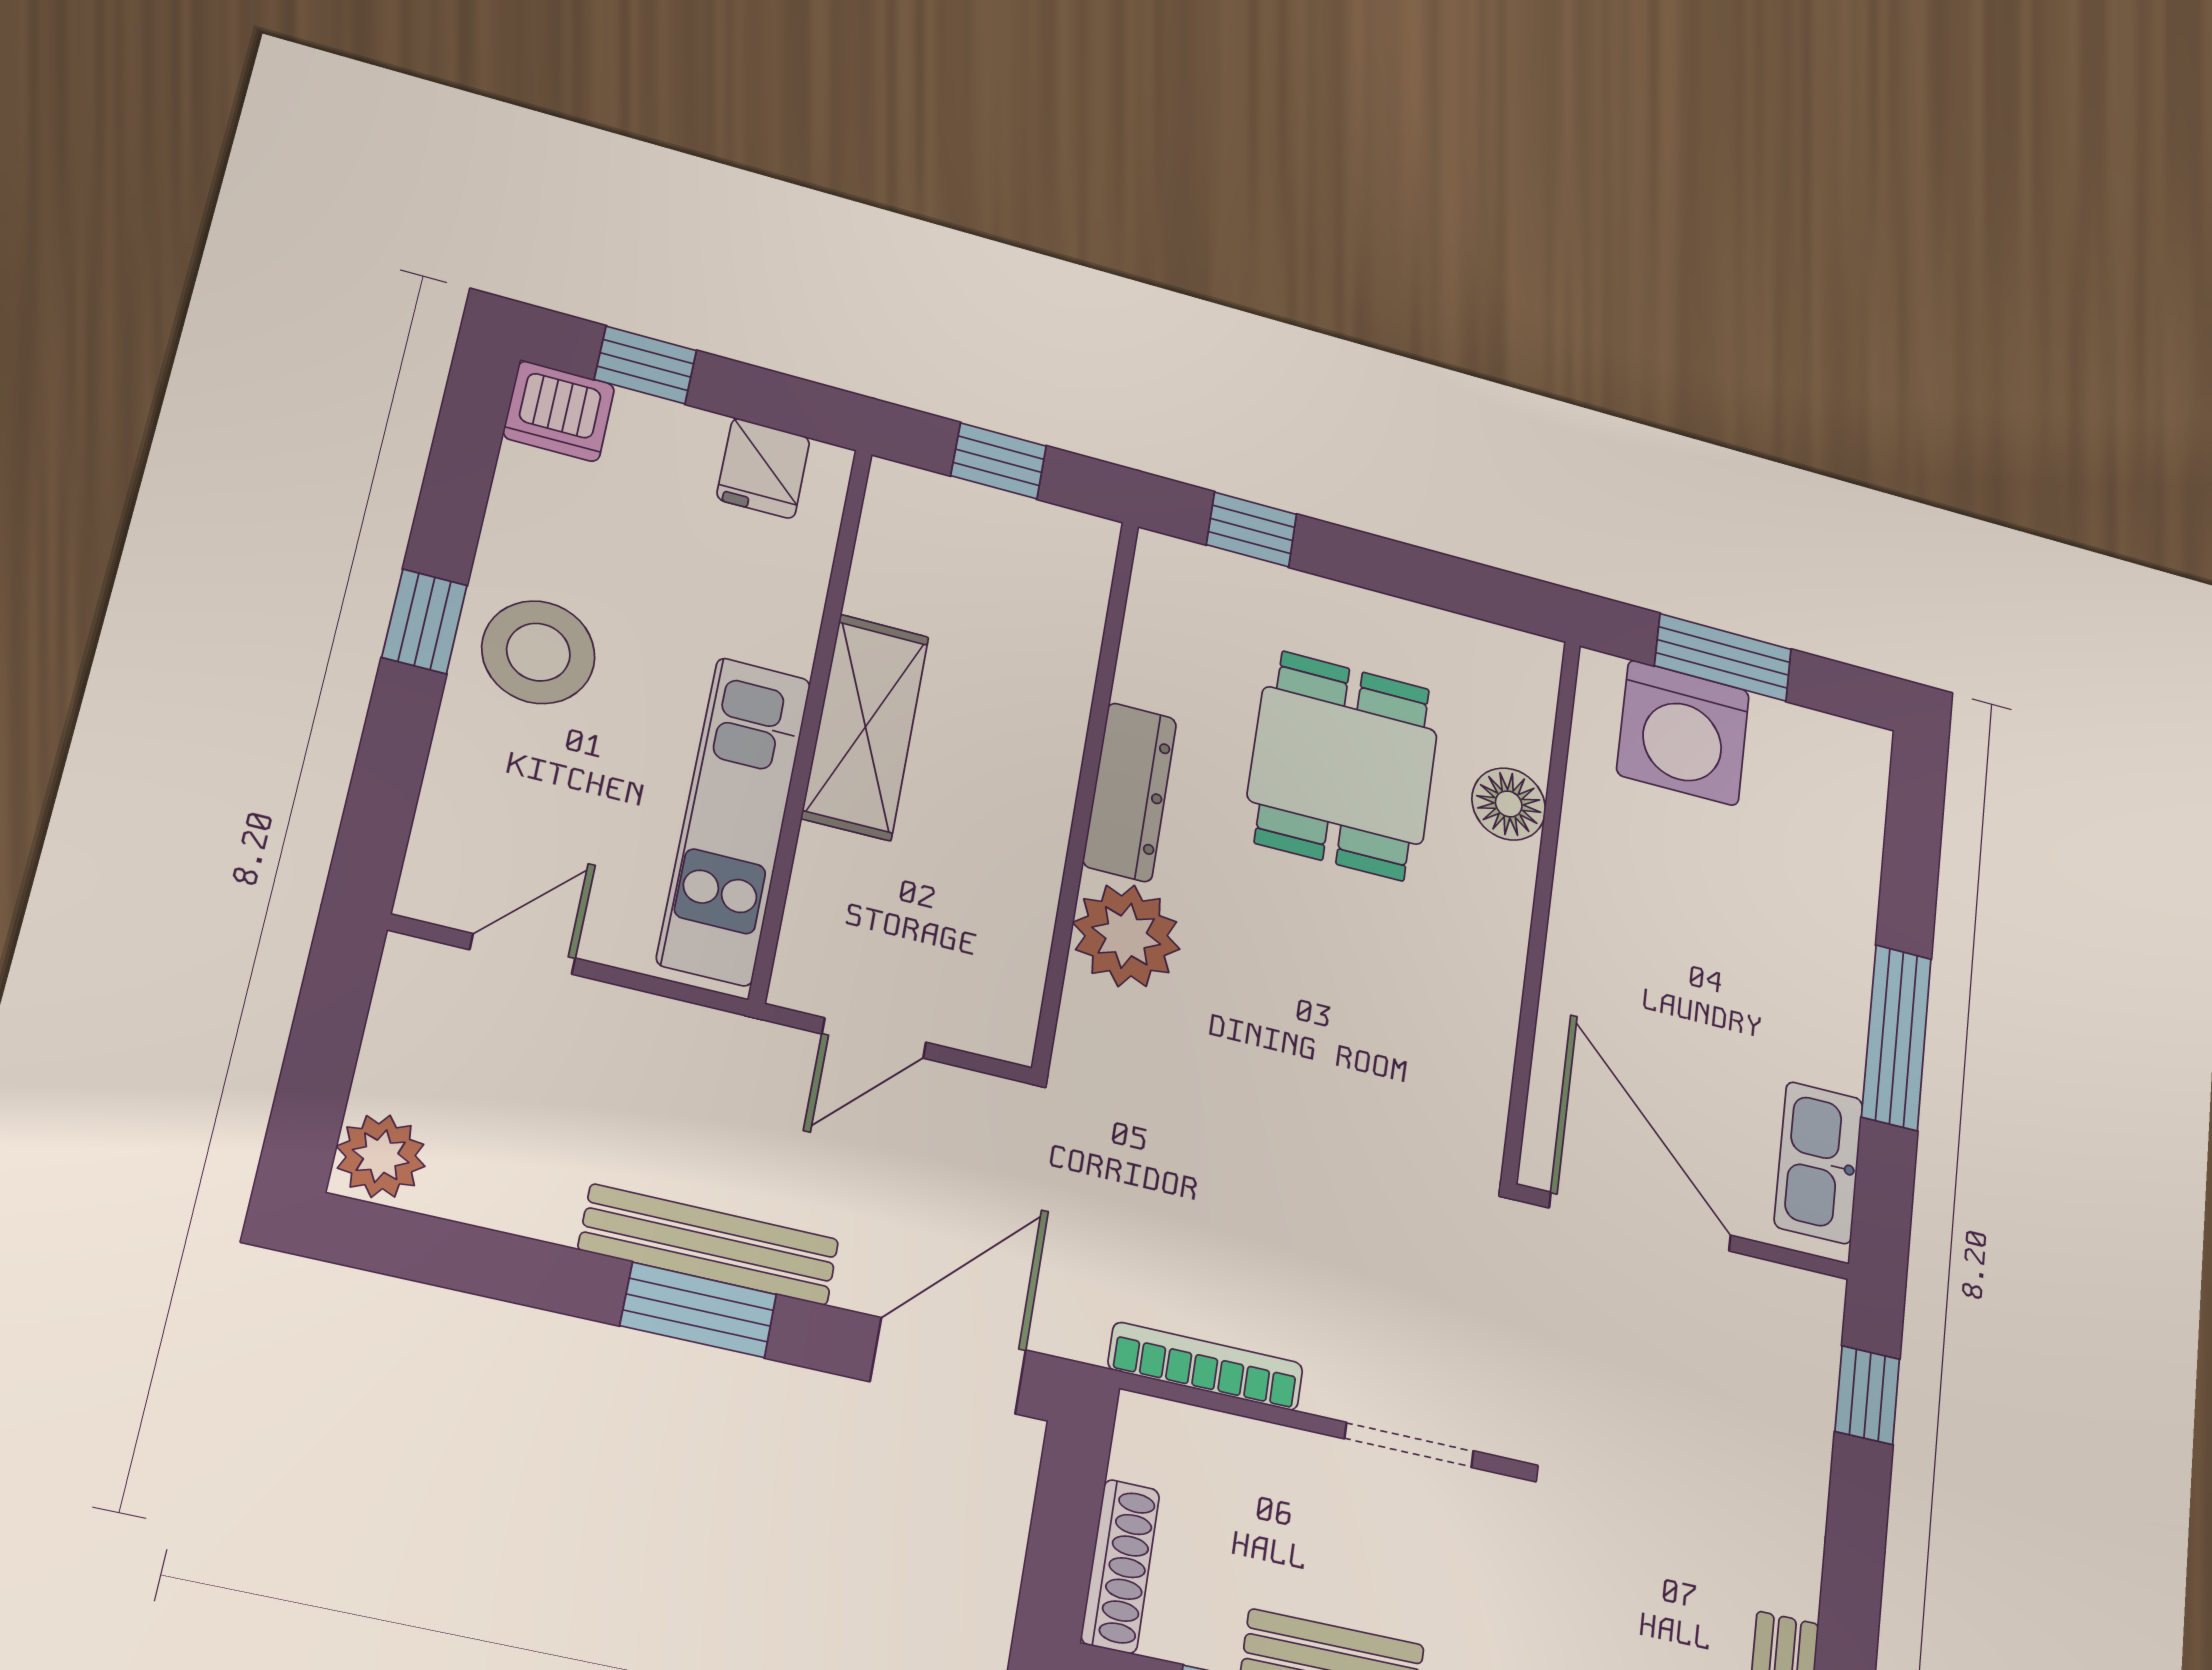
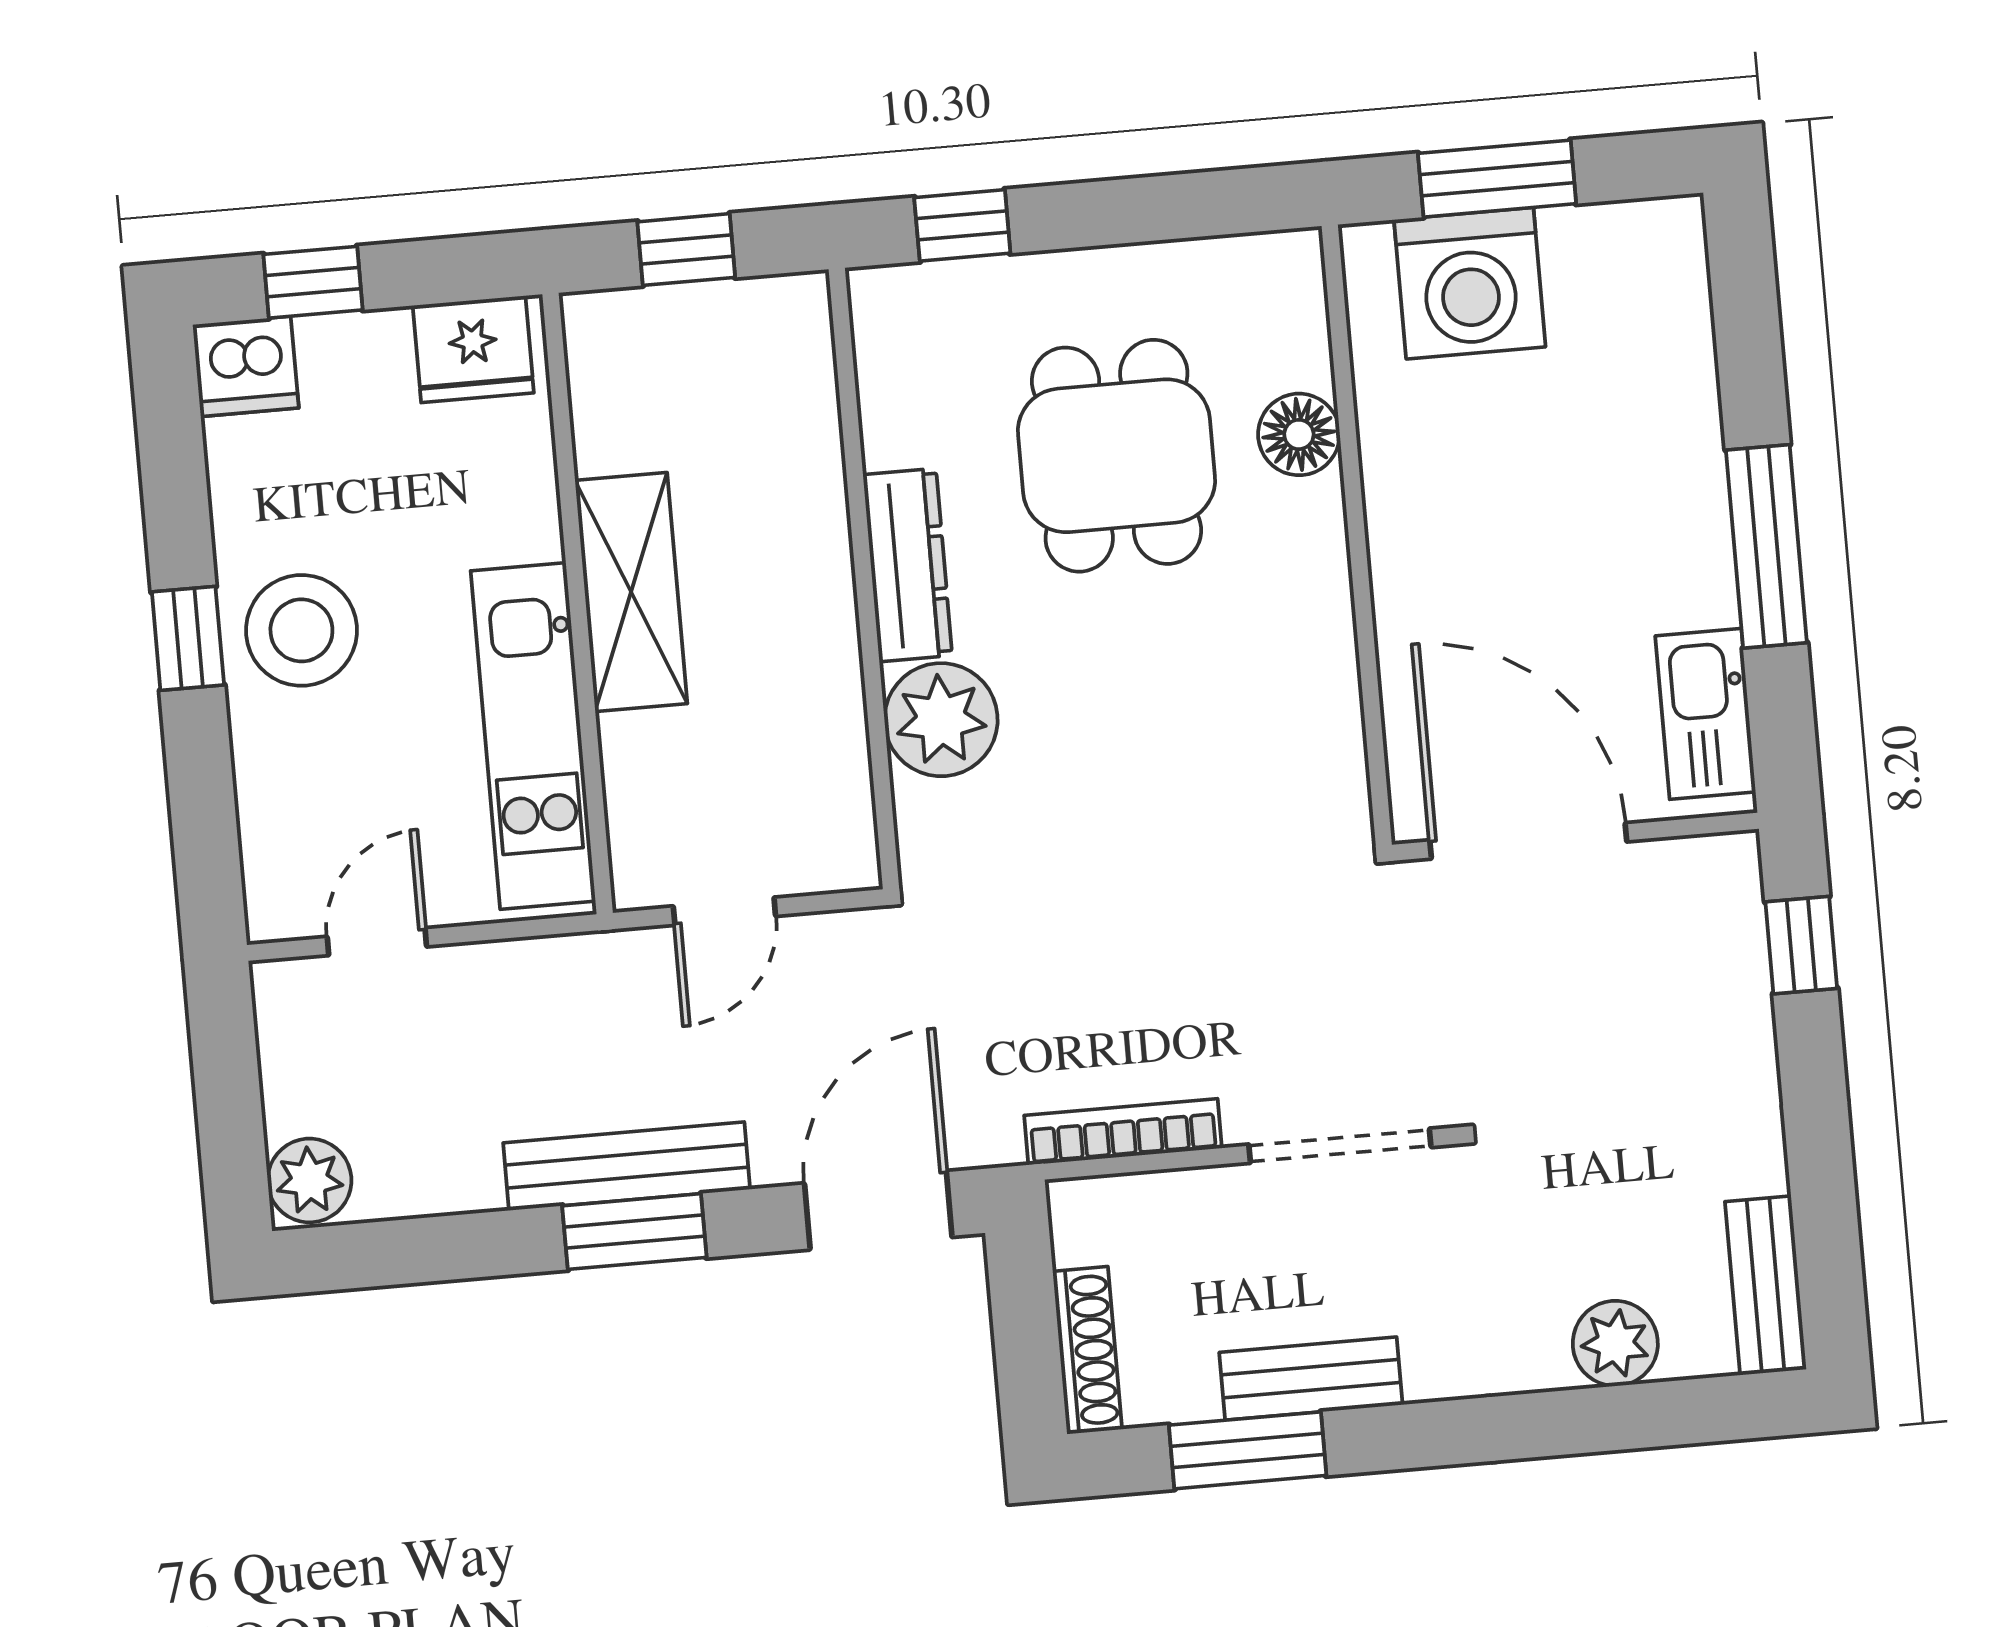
fridge: (763, 468) -> (473, 349), width x1.38
doorway: (1409, 1445) -> (1340, 1146), width x1.38

